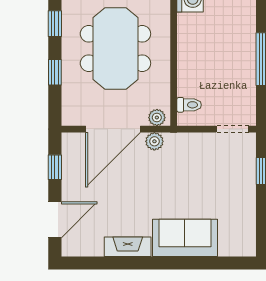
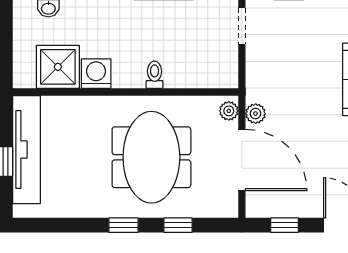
meeting table: (115, 48) -> (151, 157), turned 90
toilet: (189, 105) -> (155, 75), moved

